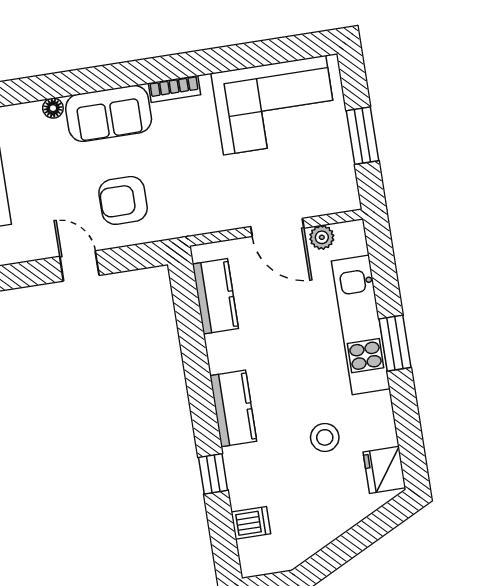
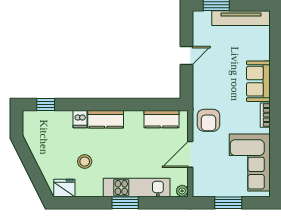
floor lamp: (53, 108) -> (265, 55), removed
armchair: (123, 200) -> (209, 120), moved, turned 180
plant: (322, 237) -> (182, 191), moved
window: (213, 474) -> (46, 105), moved
dishwasher: (251, 523) -> (80, 119), moved

